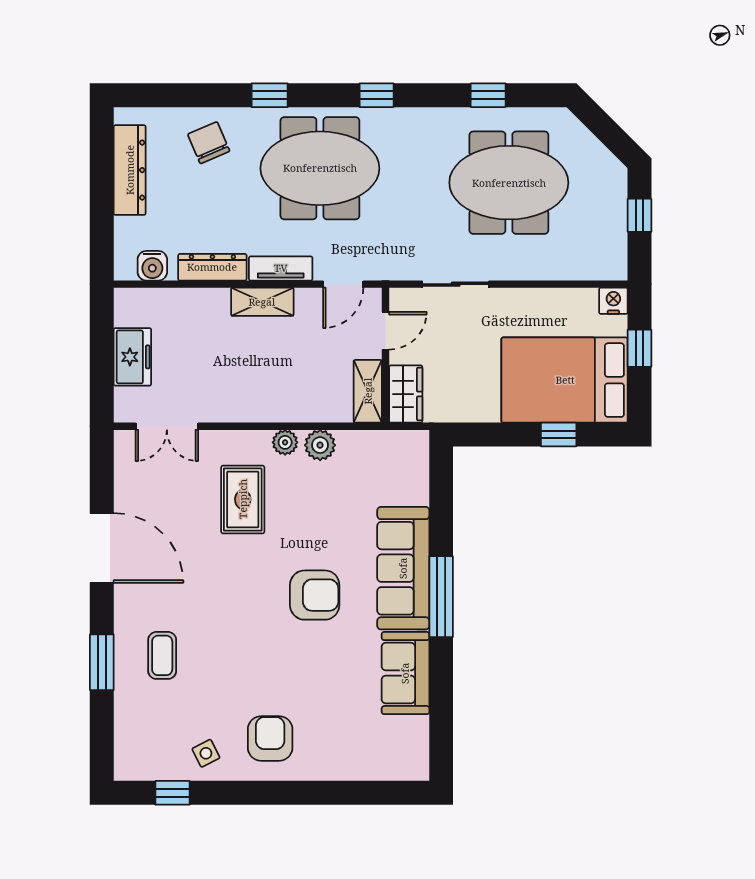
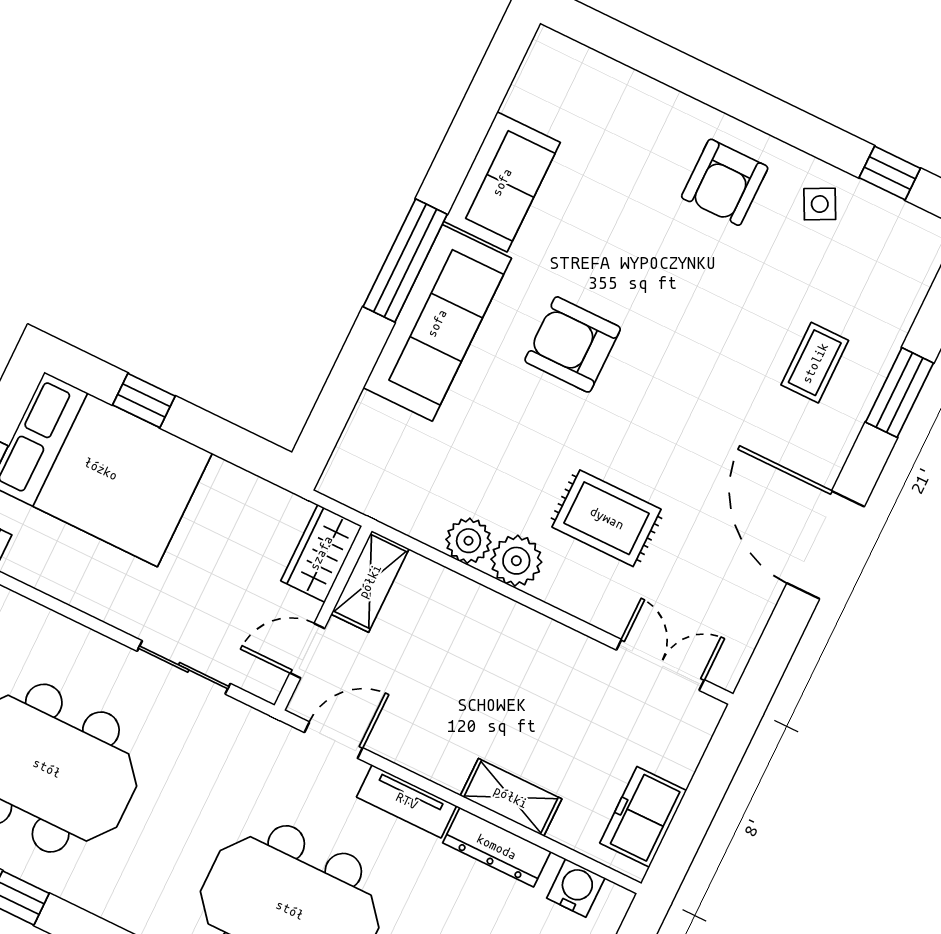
shelving: (262, 302) -> (511, 797), moved
freezer: (132, 357) -> (643, 817), moved
plant: (285, 442) -> (516, 561), width x1.38, depth x1.38
rug: (243, 499) -> (607, 518), turned 90

